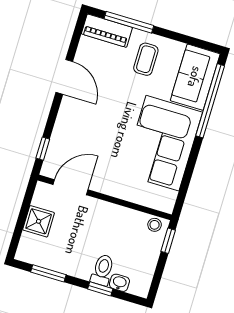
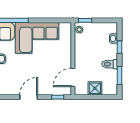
door: (64, 77) -> (29, 97), moved
door: (71, 187) -> (73, 77), hinge flipped
toilet: (103, 270) -> (110, 64), moved

